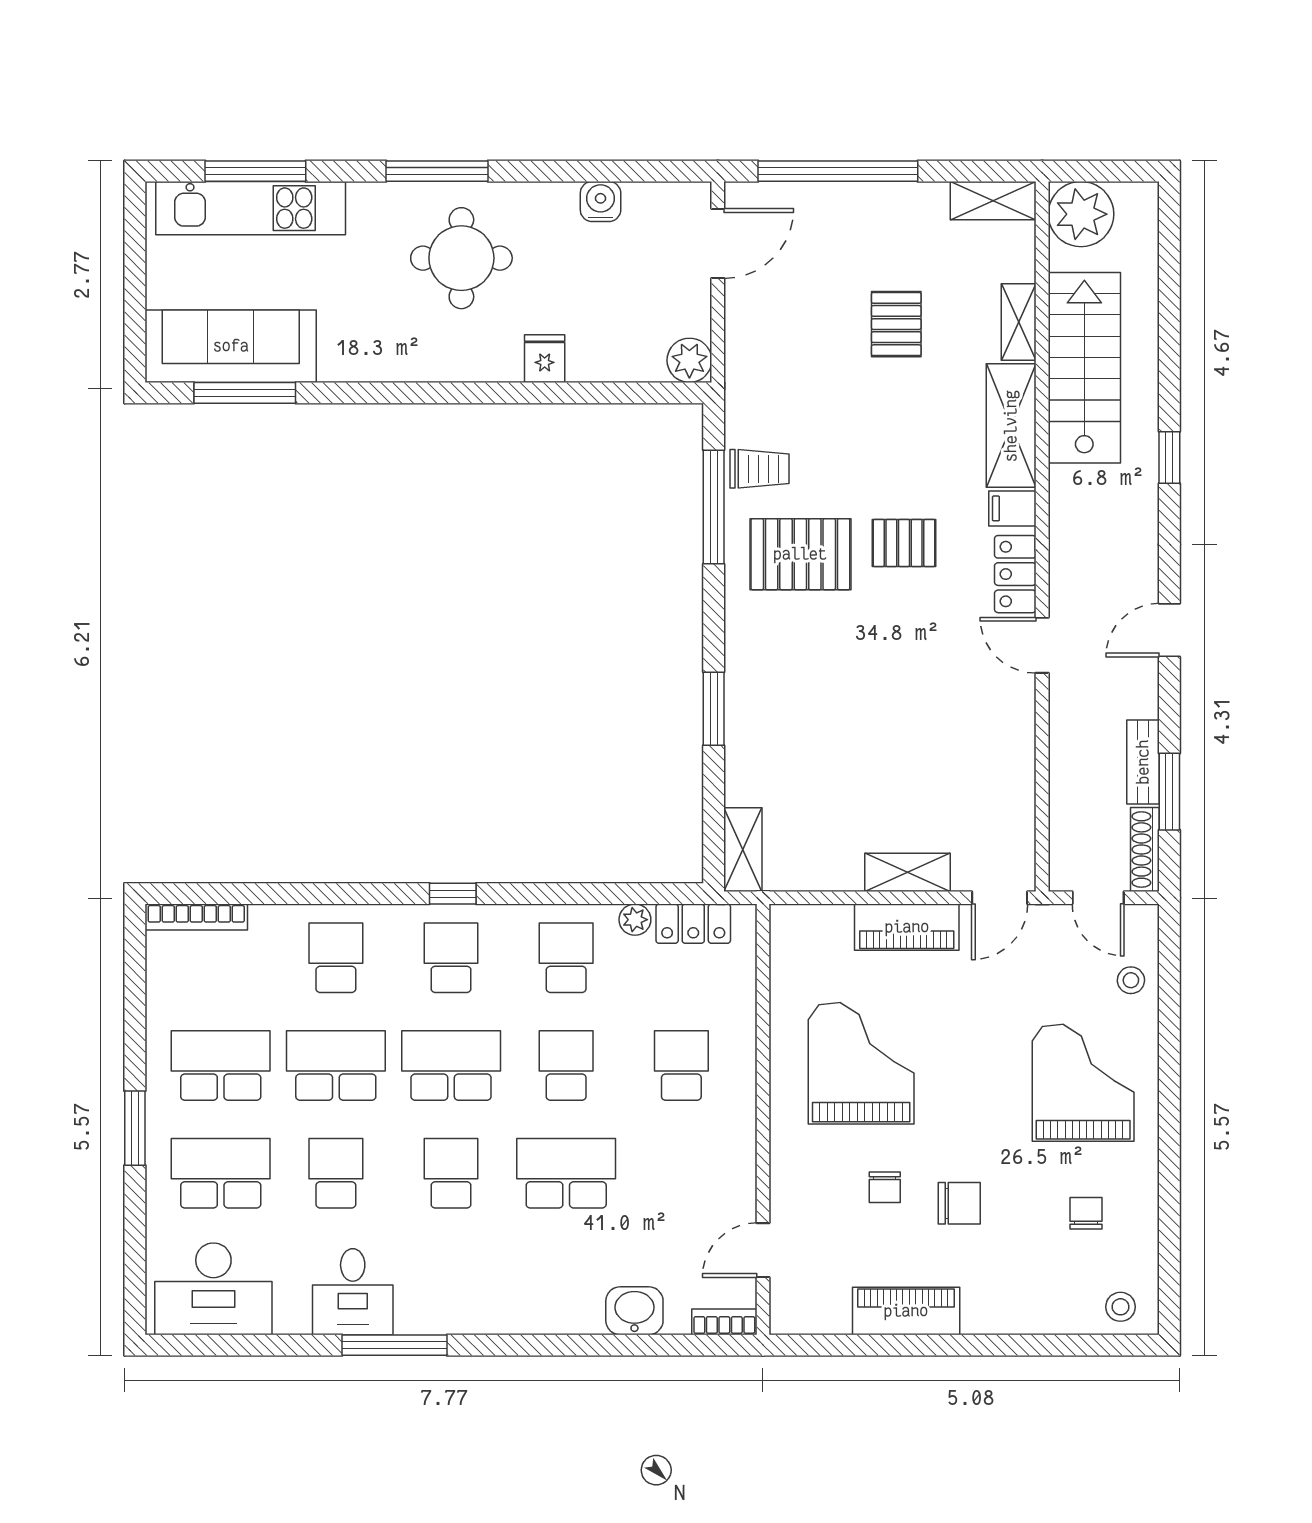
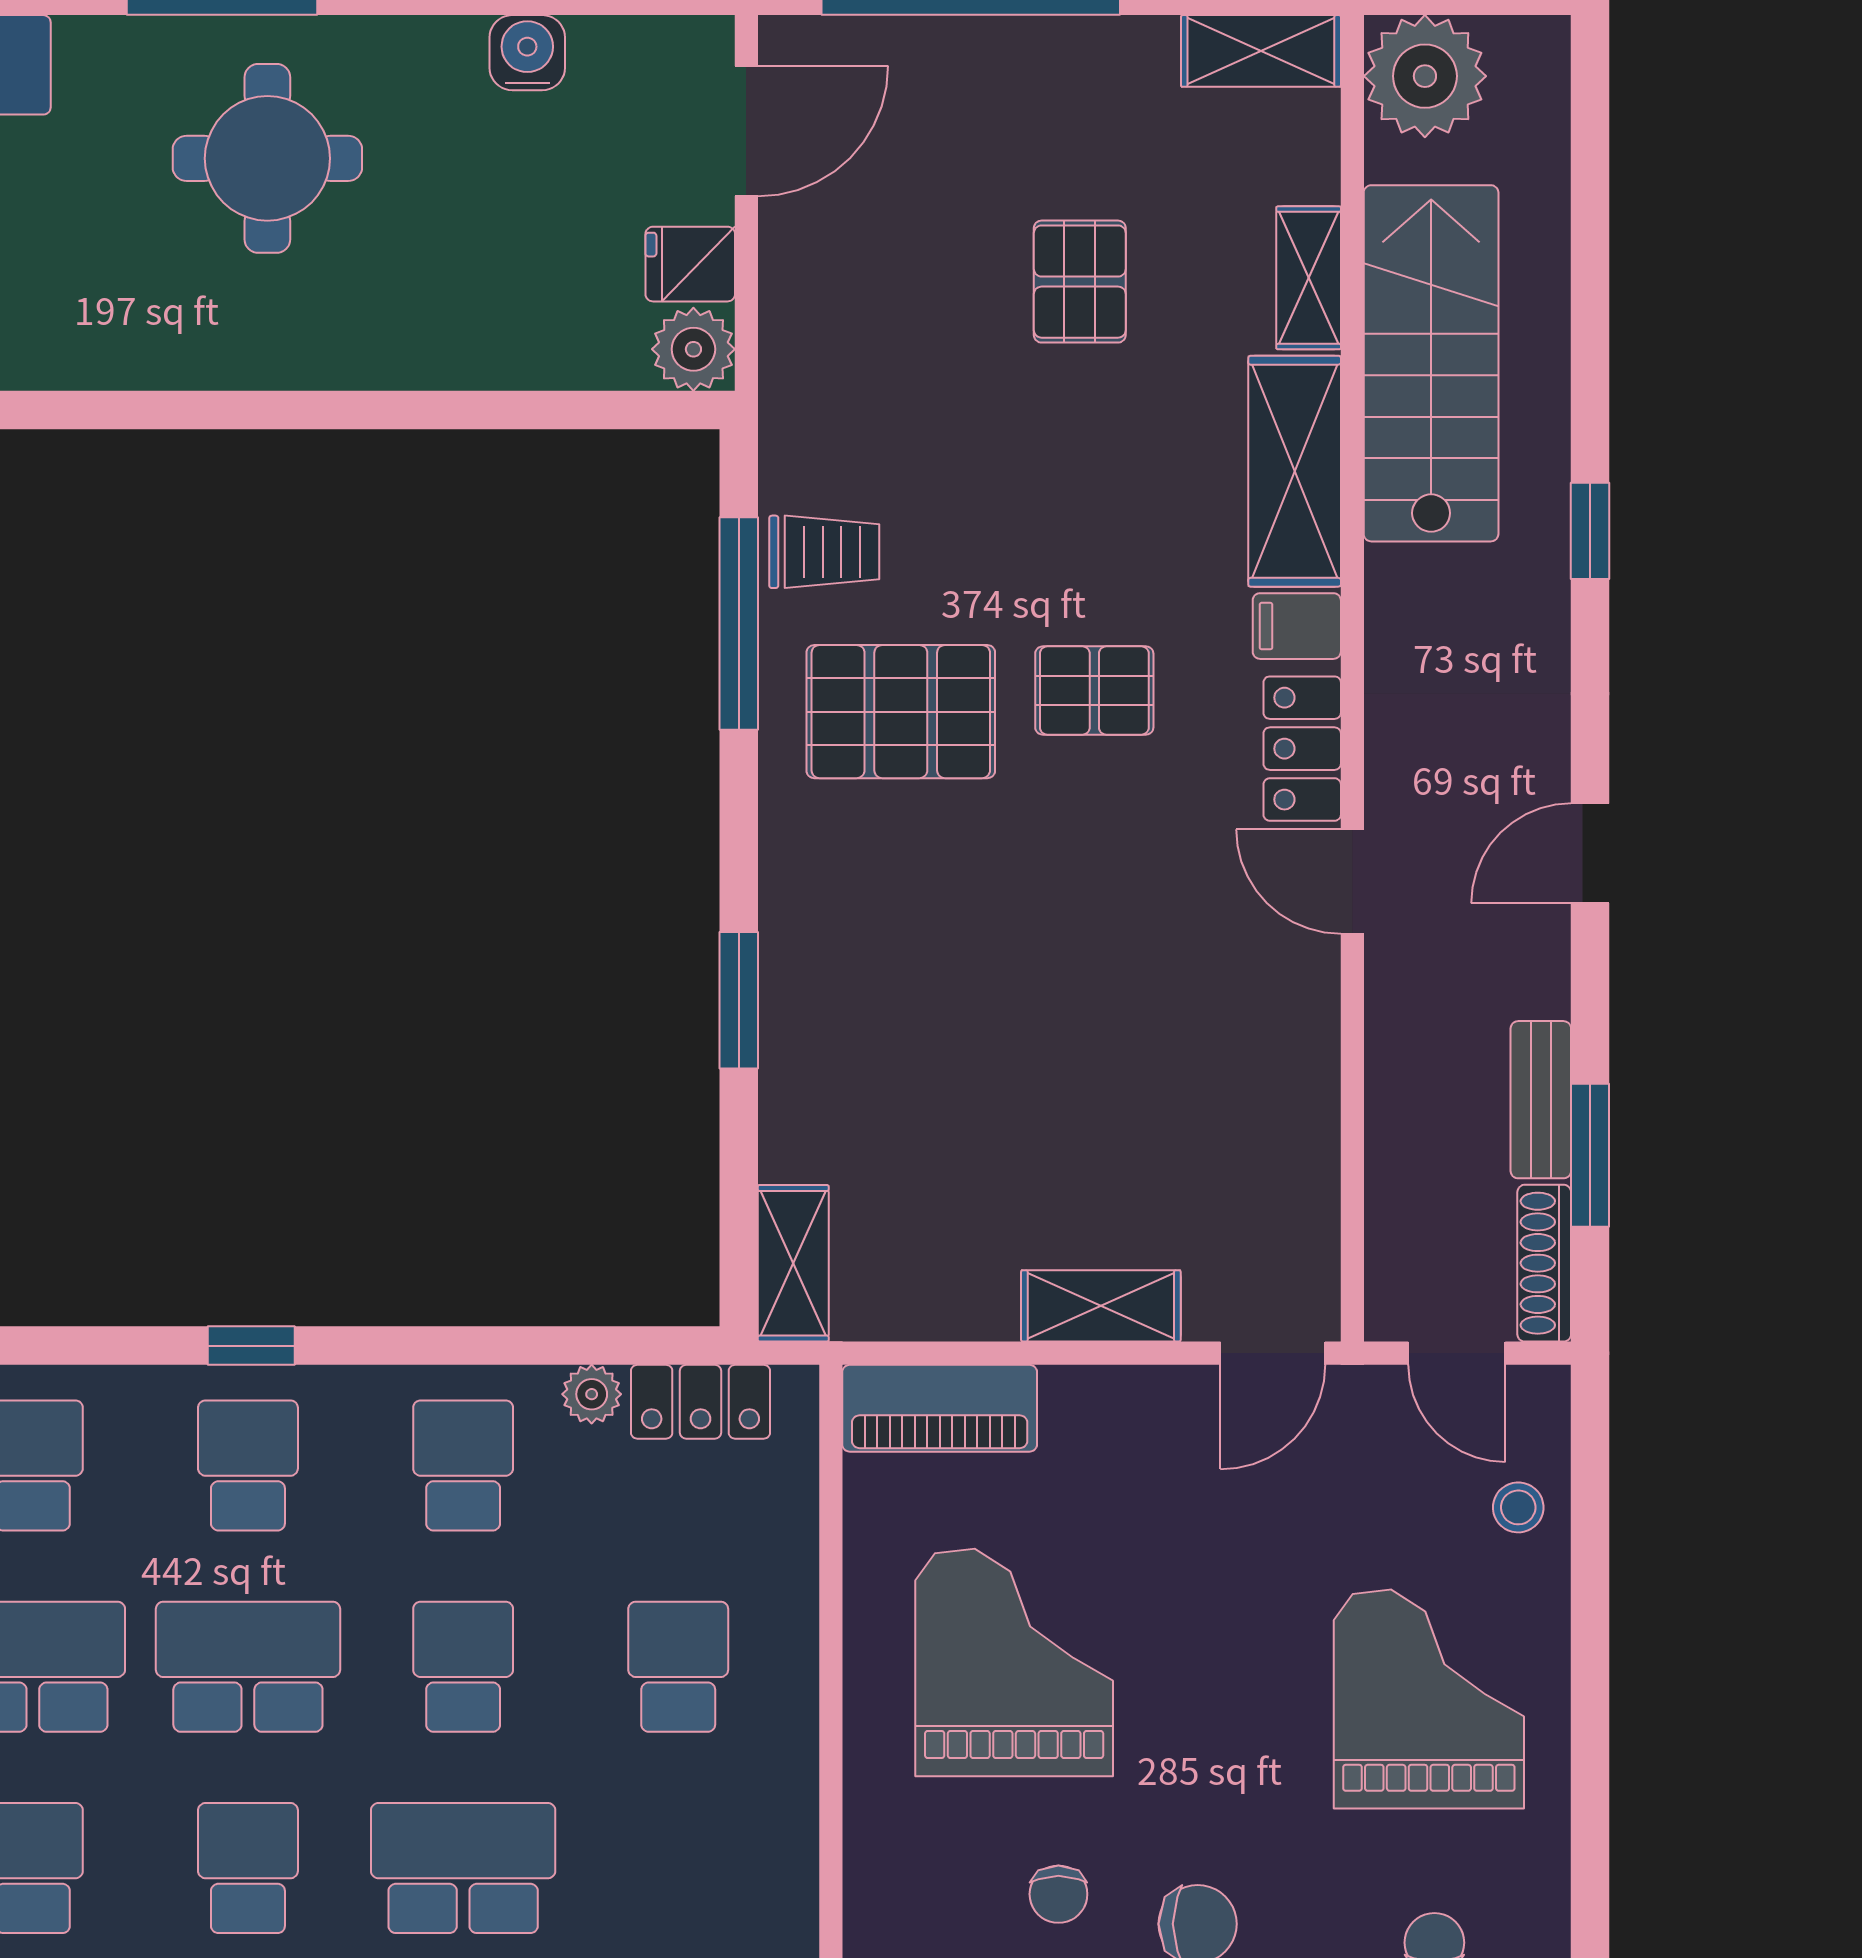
fridge: (545, 359) -> (690, 264), moved, turned -90
piano: (907, 927) -> (940, 1408), moved

